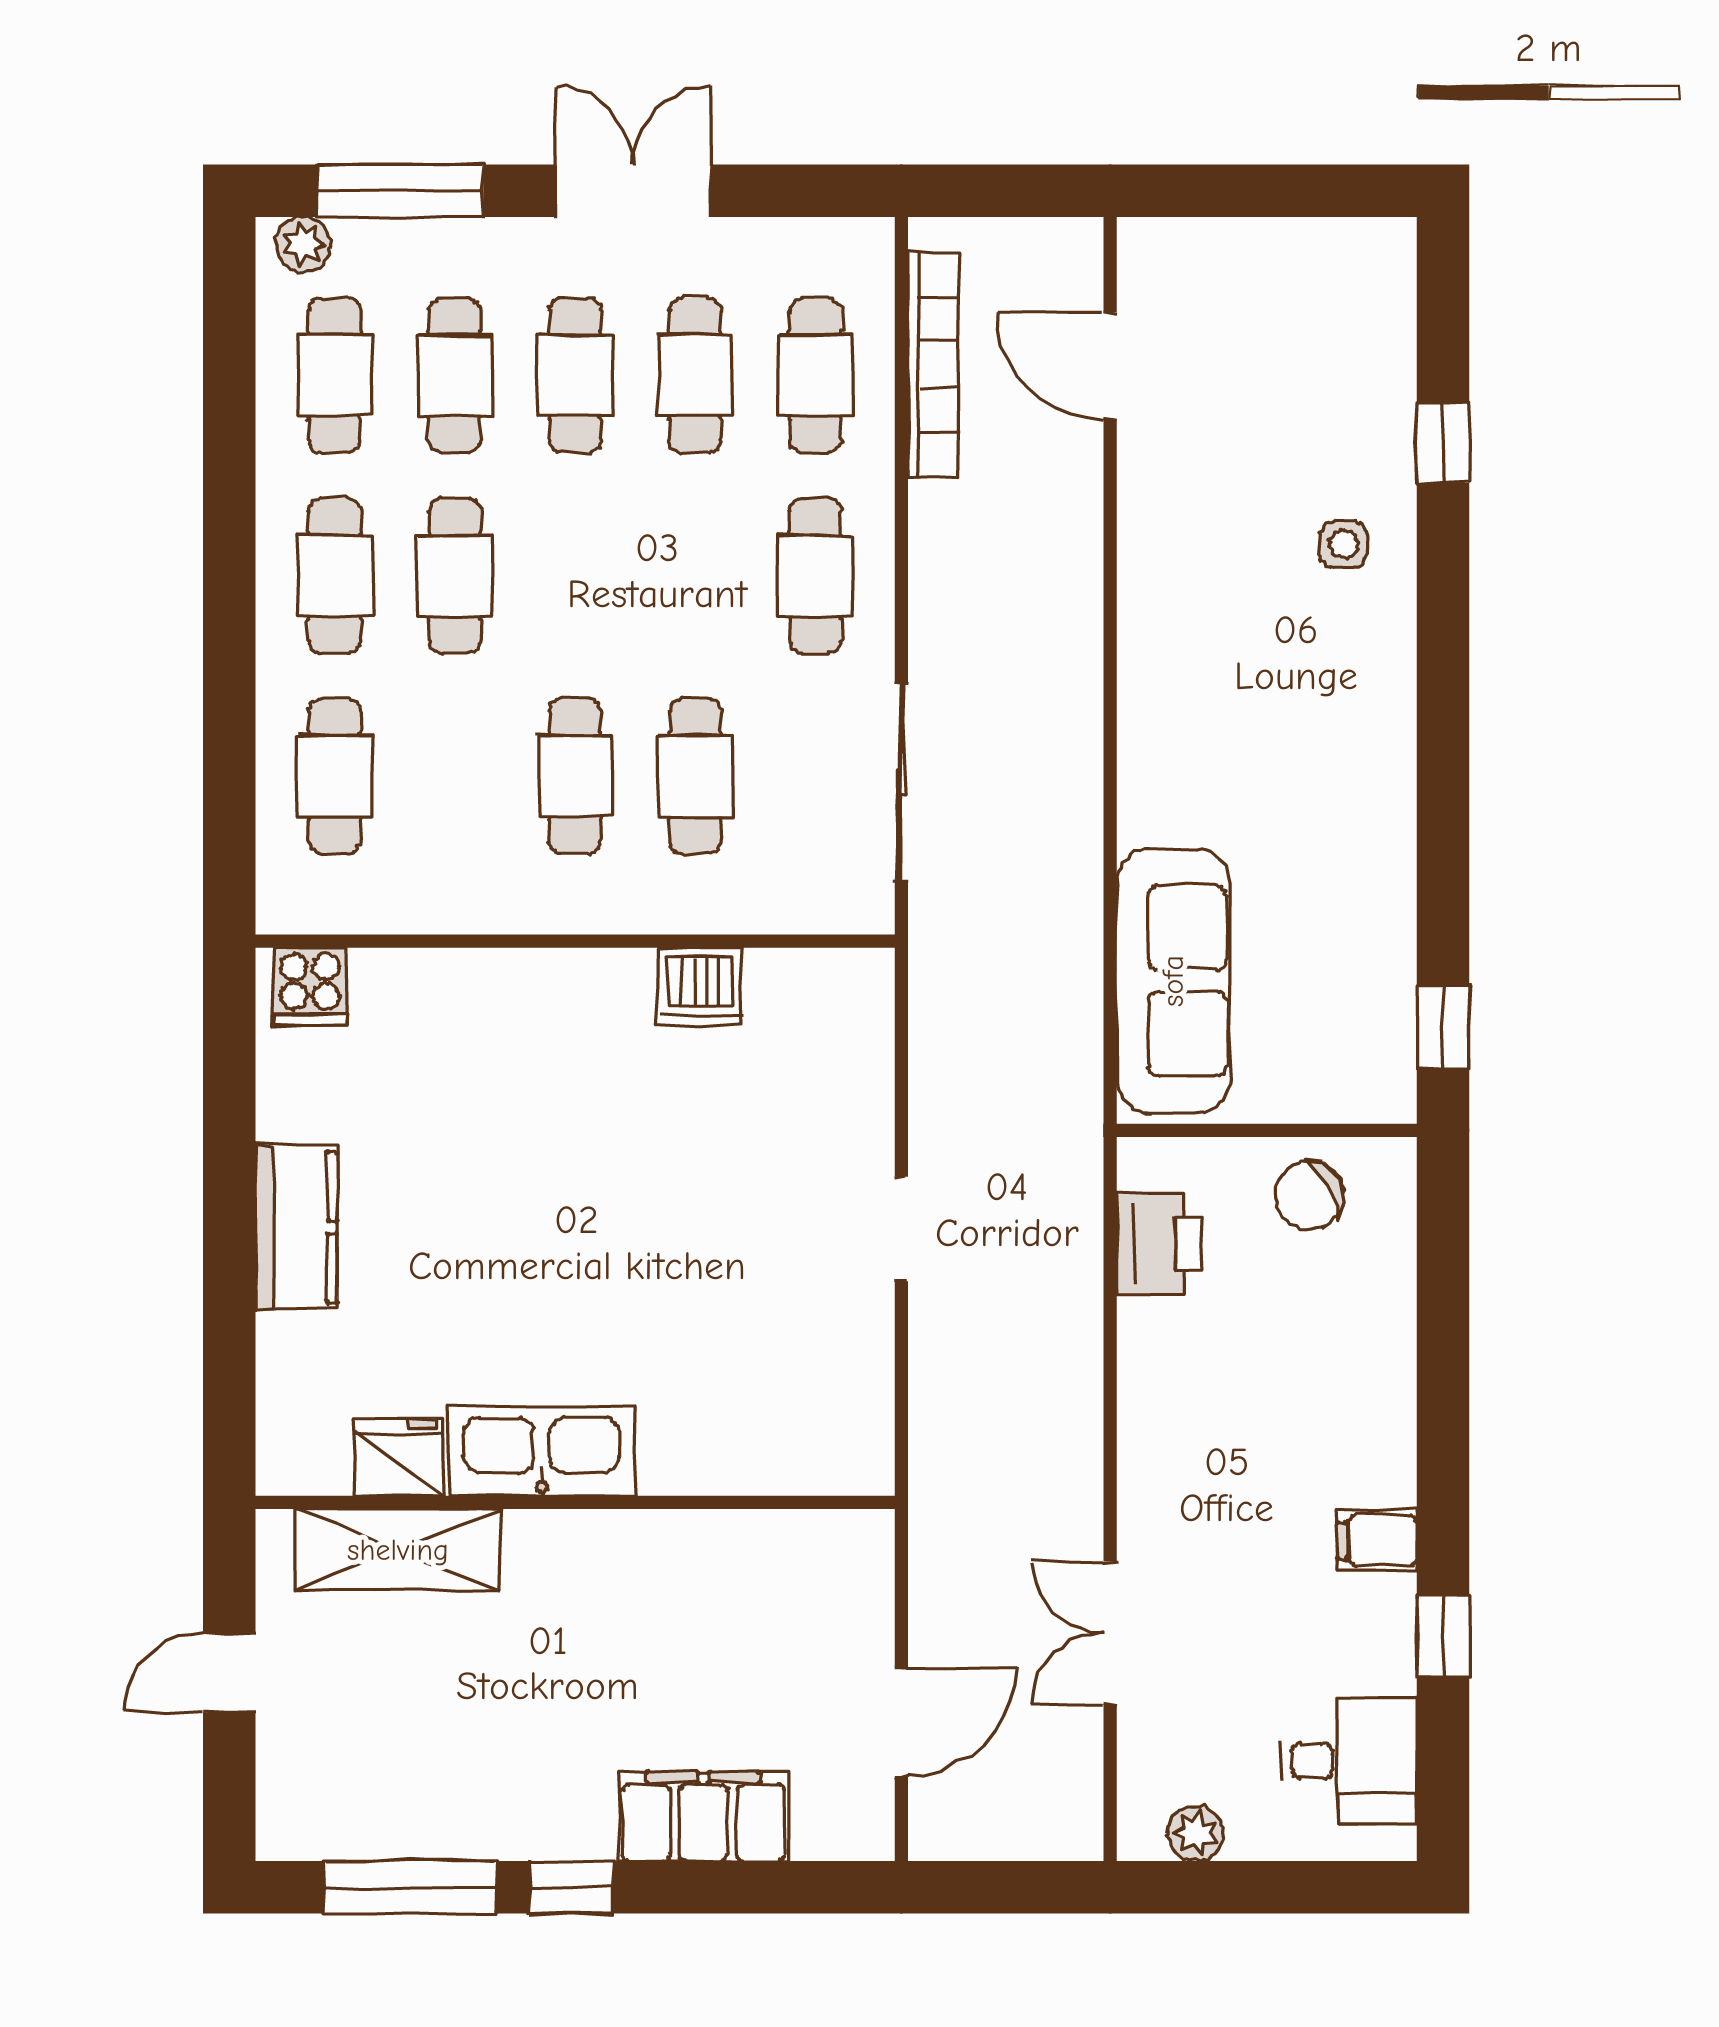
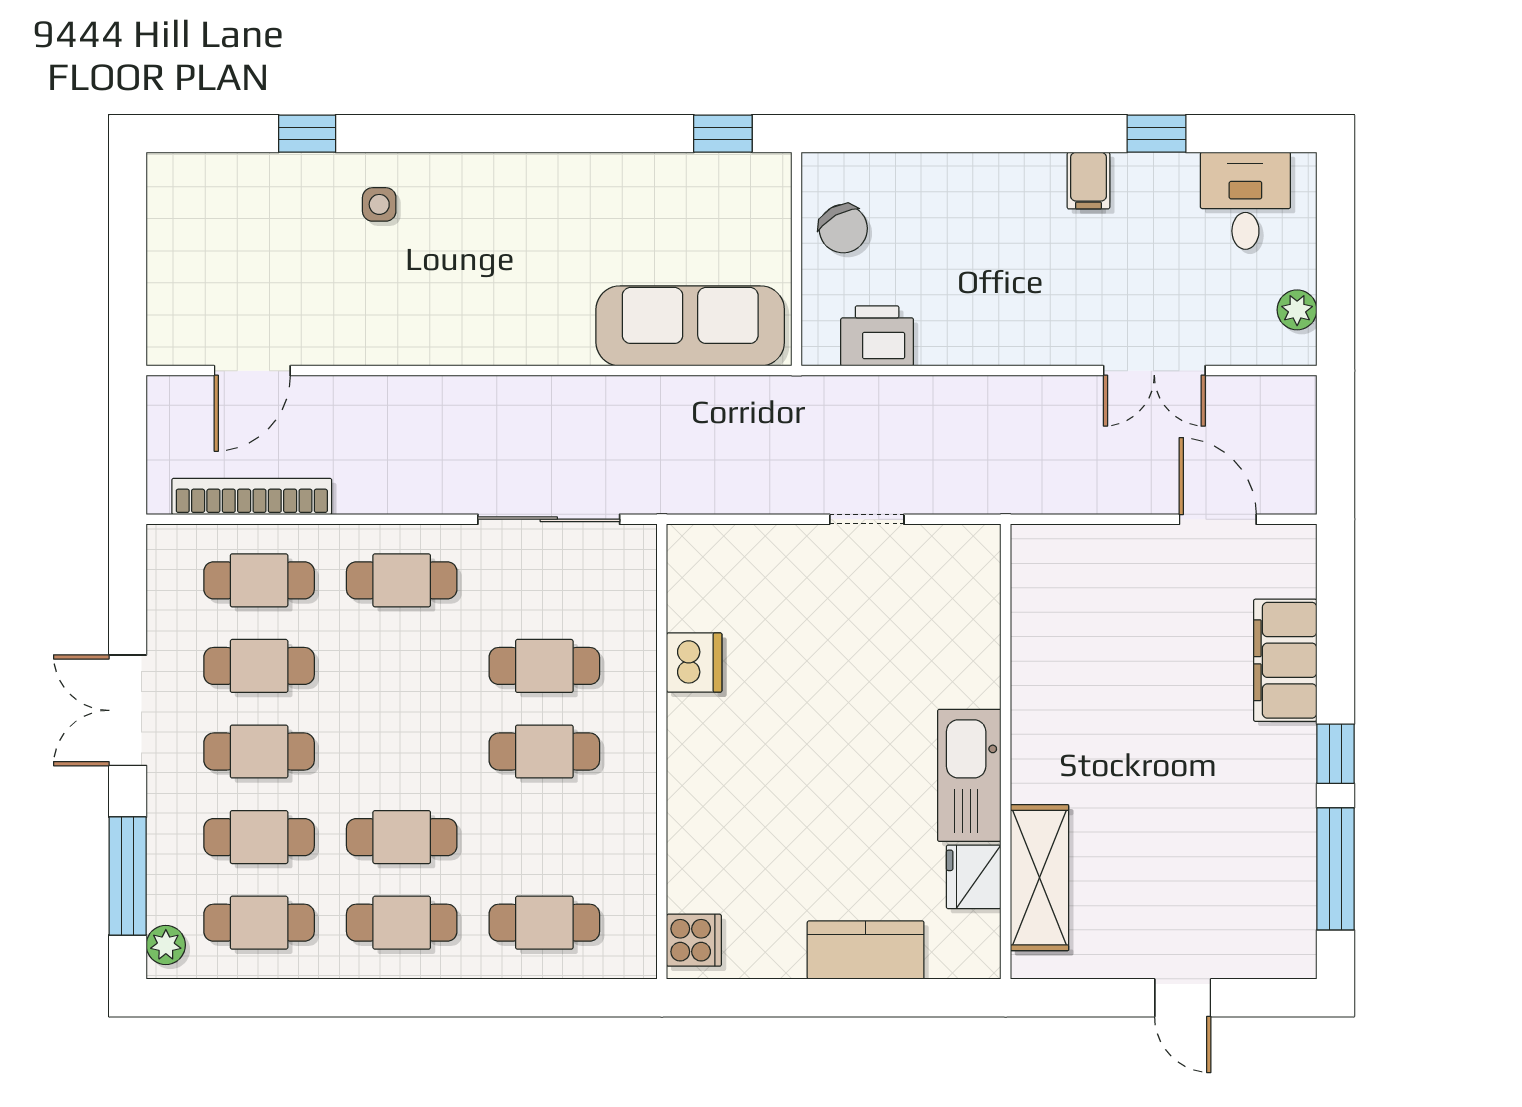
kitchen sink: (542, 1451) -> (969, 775), moved
fridge: (399, 1457) -> (974, 877), moved
wall: (575, 1502) -> (1006, 752), moved
shelving: (398, 1550) -> (1040, 878), moved

